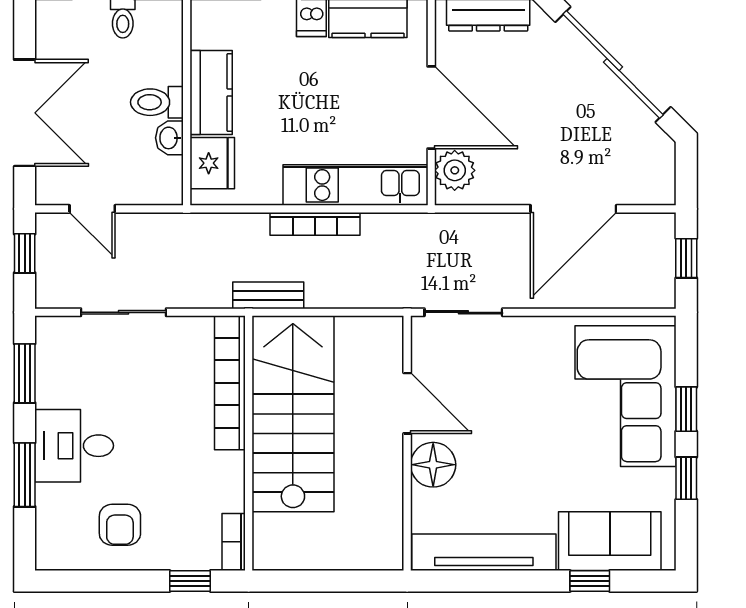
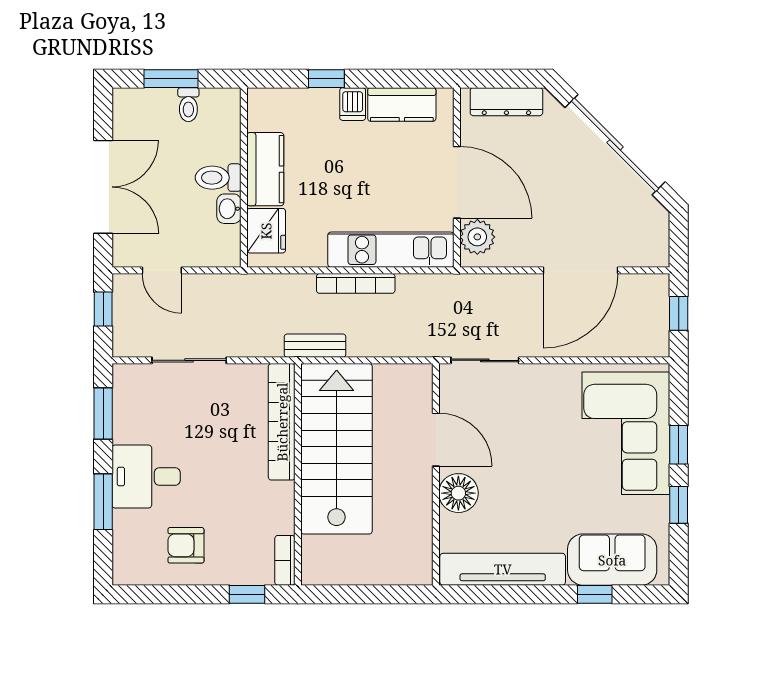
armchair: (120, 525) -> (186, 545), turned 90

